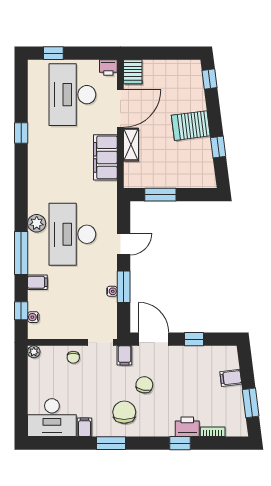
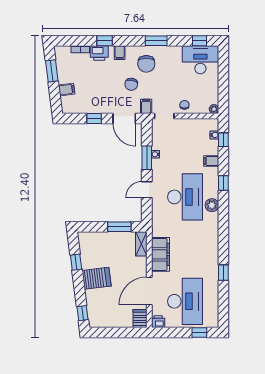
shelving: (131, 145) -> (141, 244), moved
window: (21, 253) -> (223, 183), width x0.46
filing cabinet: (84, 427) -> (120, 53), moved
window: (53, 443) -> (200, 41), added

